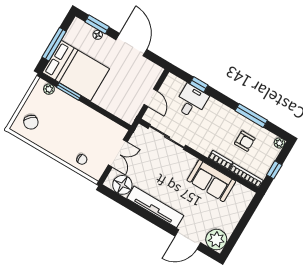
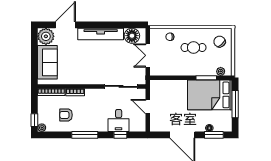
window: (251, 116) -> (85, 135), moved
cafe table: (63, 133) -> (194, 48), added
window: (274, 170) -> (34, 120), moved
sofa: (211, 181) -> (47, 62), moved, turned 90

